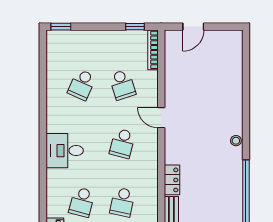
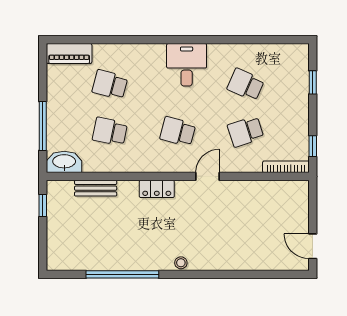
window: (61, 27) -> (313, 82), moved
door: (193, 27) -> (313, 246), moved
desk: (65, 151) -> (187, 65), moved
locker: (172, 180) -> (157, 189), moved

